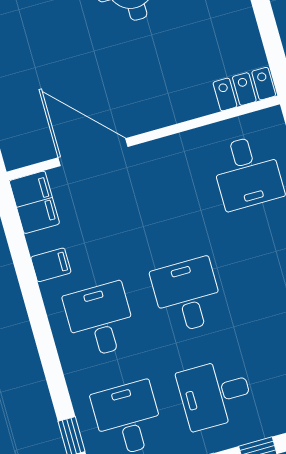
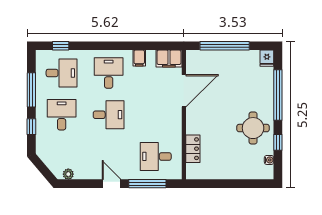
locker: (244, 89) -> (193, 149), moved
desk: (100, 320) -> (109, 73), turned -90

